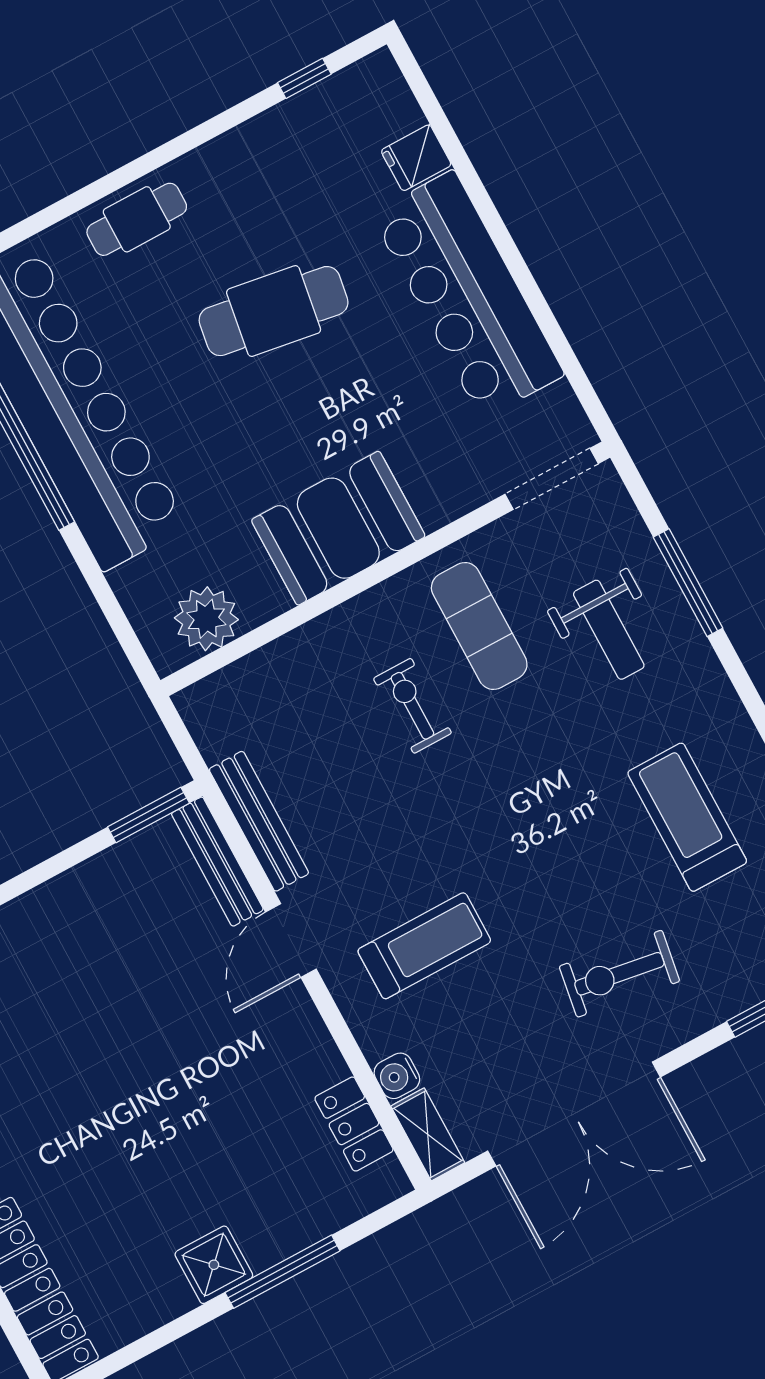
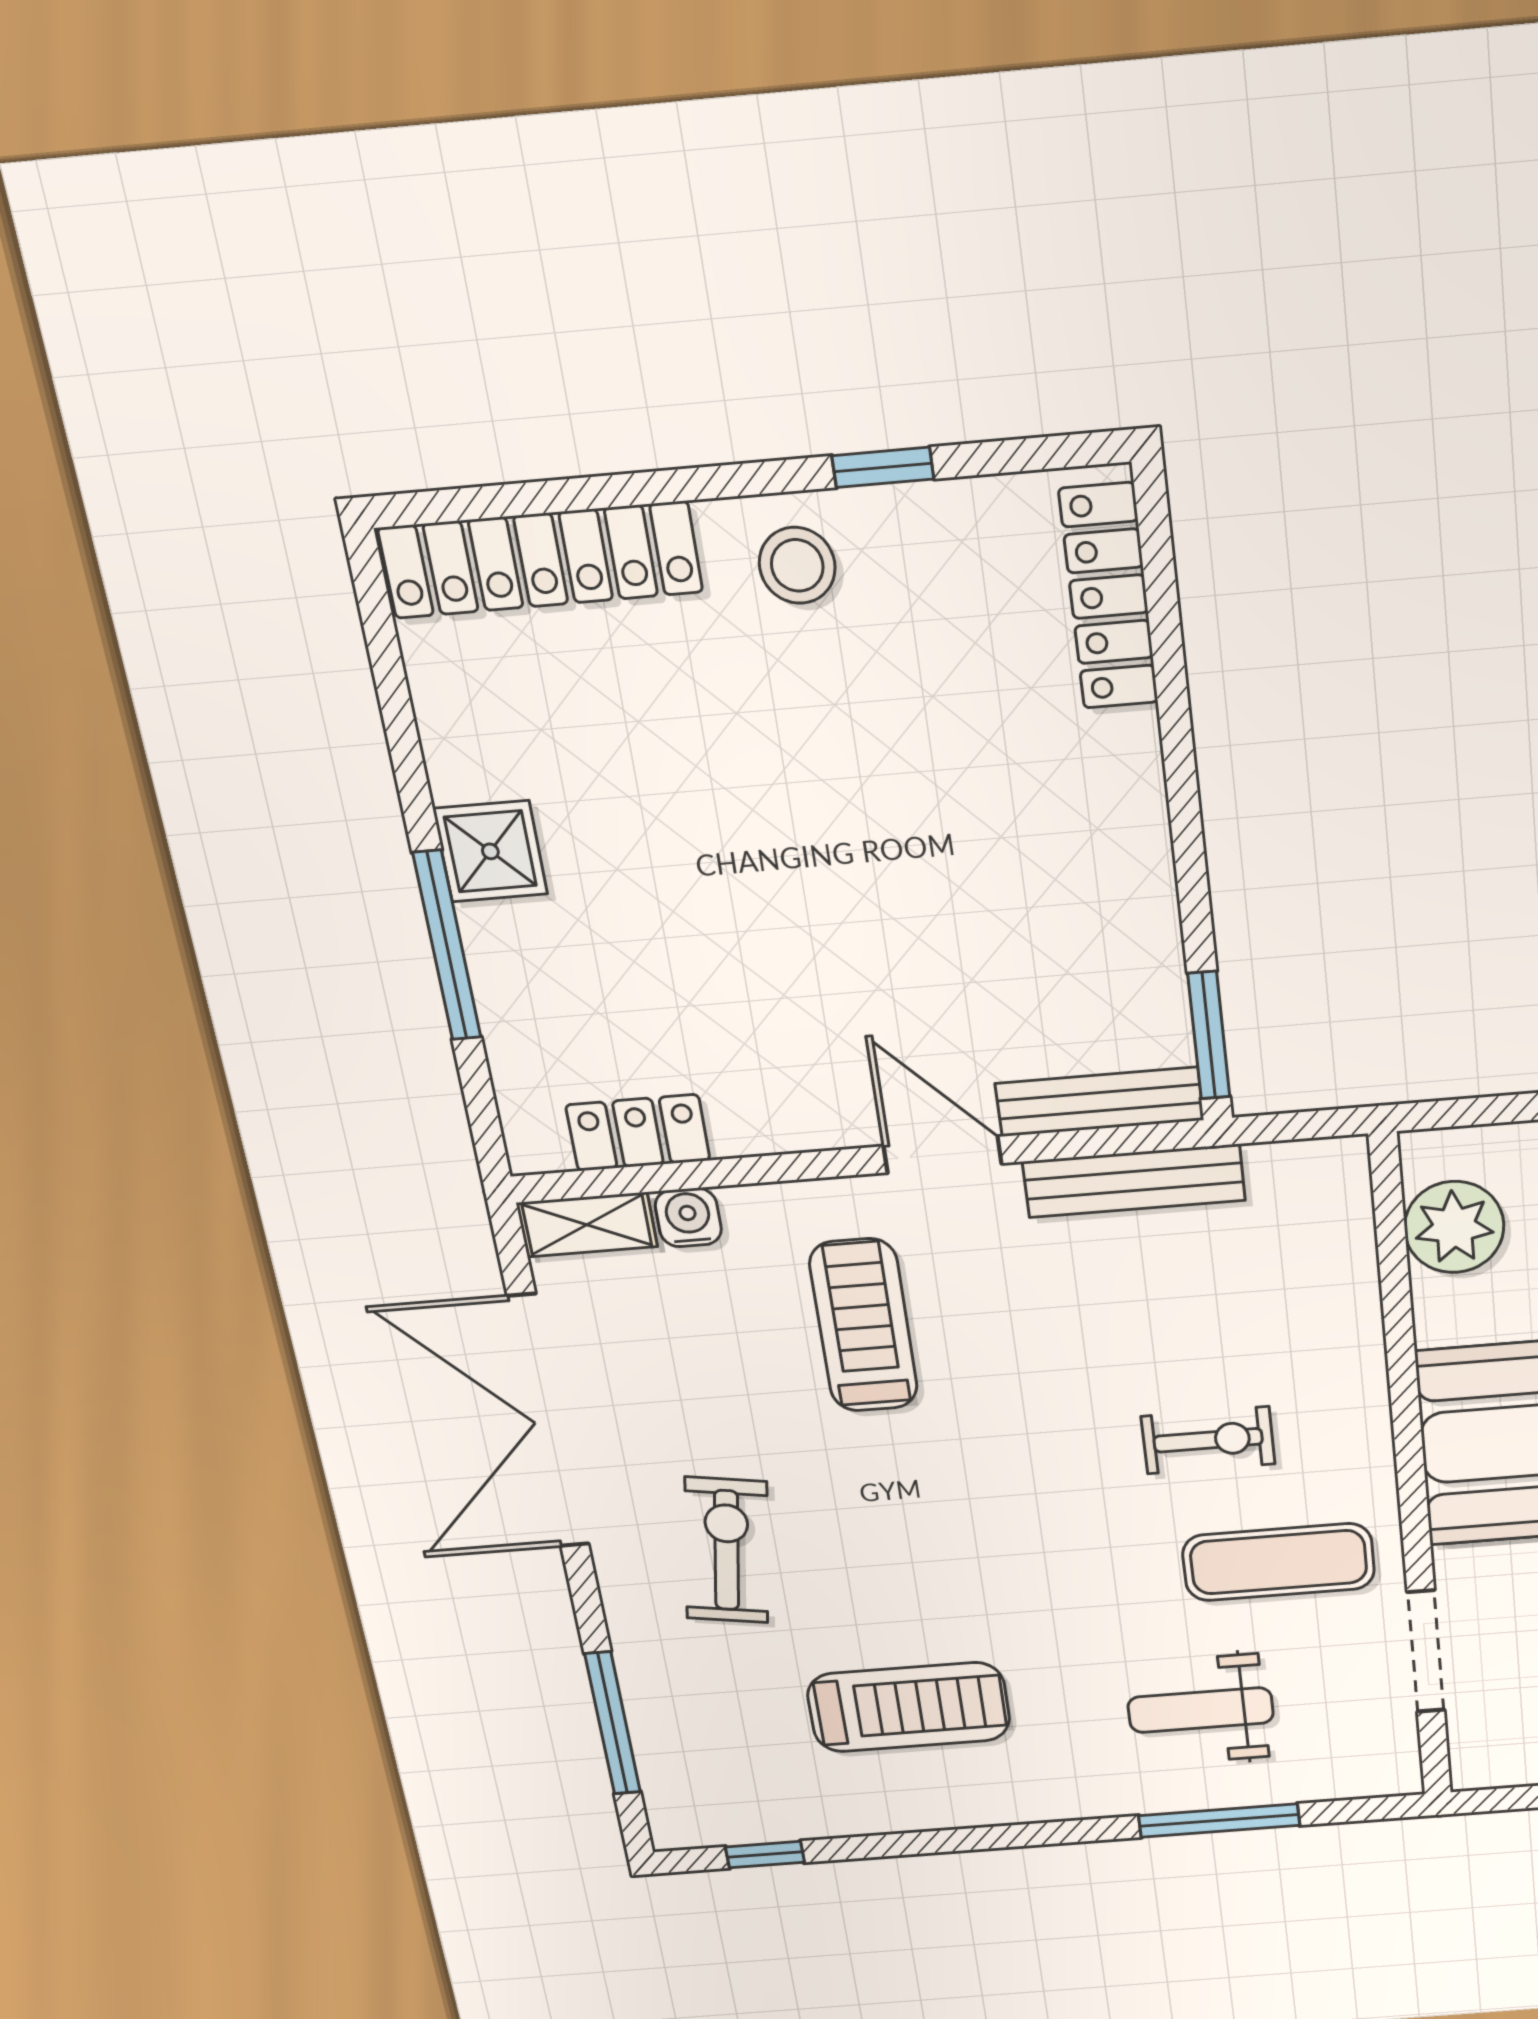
doorway: (552, 479) -> (1426, 1651), moved
treadmill: (424, 946) -> (864, 1325), turned 180

